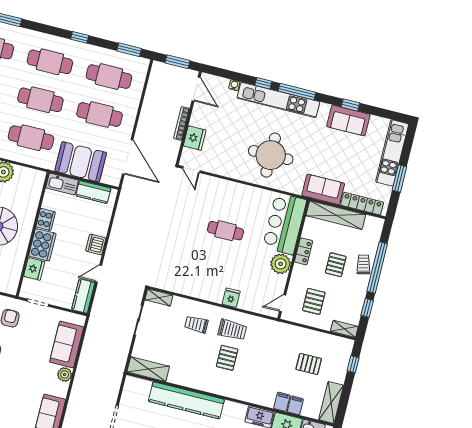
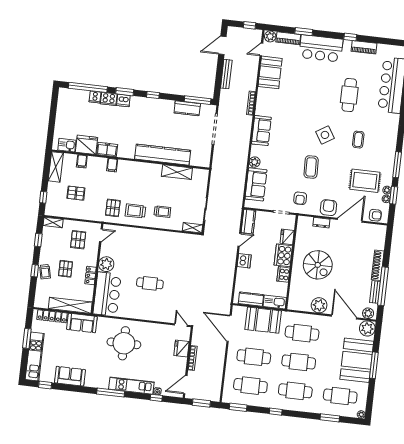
window: (263, 83) -> (156, 398), moved
door: (196, 89) -> (185, 385), hinge flipped
kitchen unit: (278, 100) -> (131, 386), width x0.73
window: (350, 105) -> (45, 385), moved
window: (377, 267) -> (35, 271), width x0.32
fridge: (231, 298) -> (139, 234), removed
pallet: (227, 358) -> (113, 208), moved
shelving: (148, 369) -> (177, 172), moved
filing cabinet: (282, 402) -> (112, 165), moved

